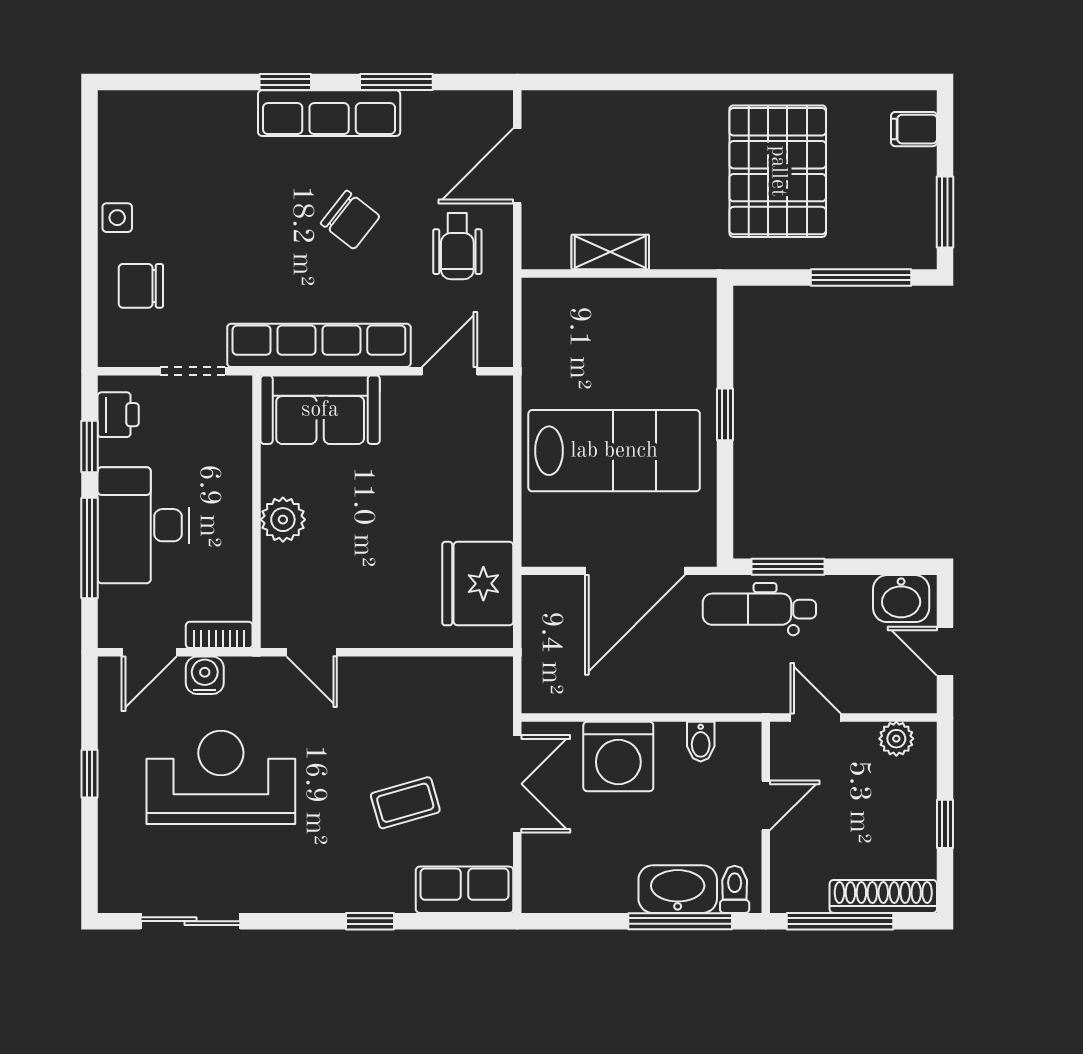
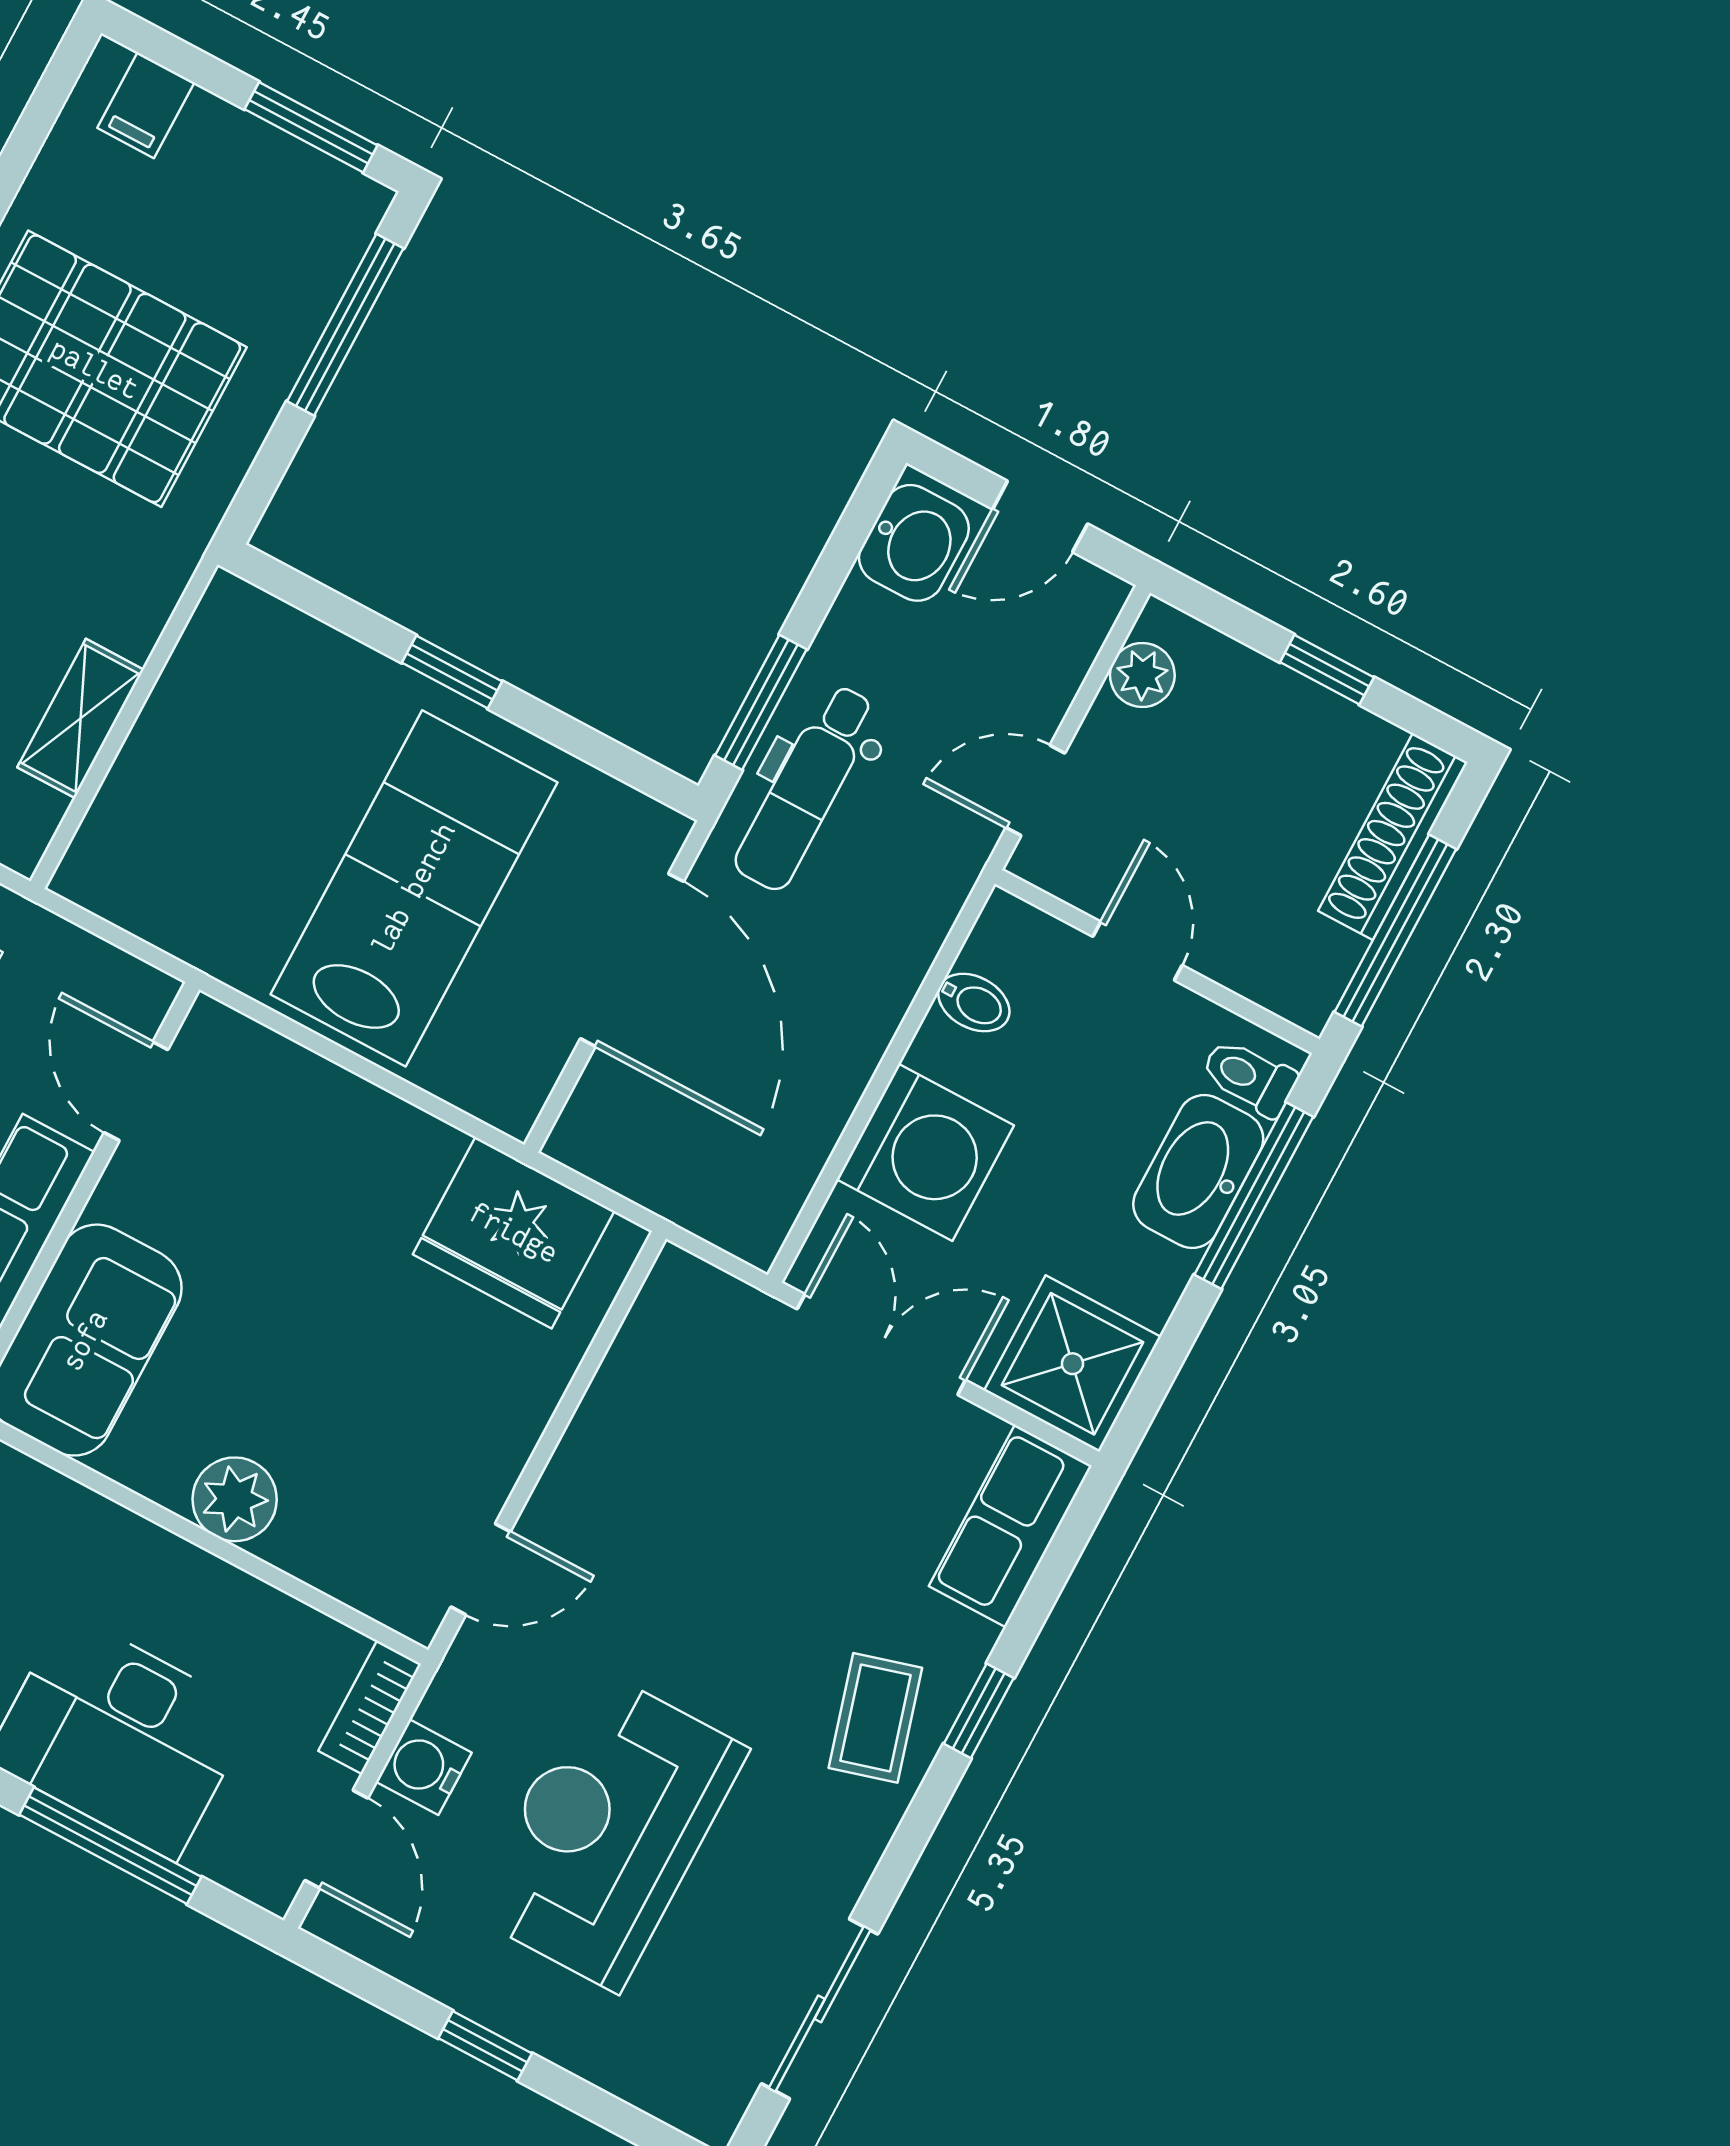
coffee table: (405, 803) -> (875, 1718), moved
shower: (556, 878) -> (1072, 1364), added

